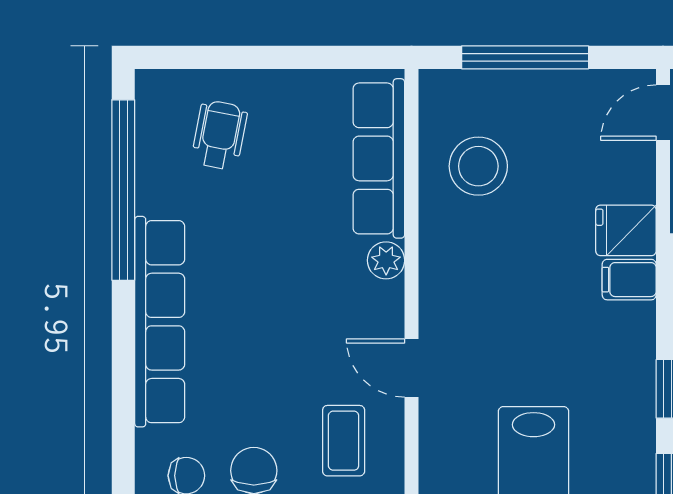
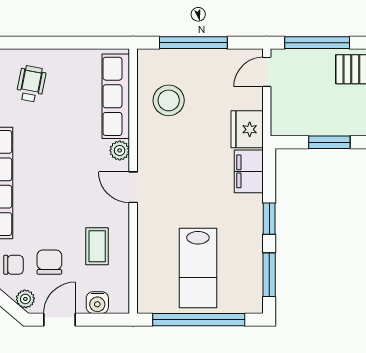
fridge: (626, 230) -> (247, 129), width x1.38
filing cabinet: (629, 280) -> (249, 171), width x2.00
door: (411, 368) -> (133, 187), moved

